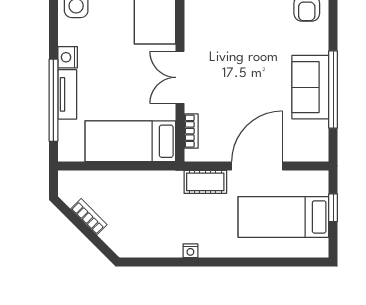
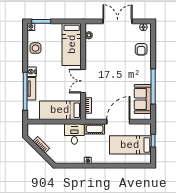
sofa: (310, 87) -> (143, 99), moved
desk: (161, 193) -> (74, 134), added

